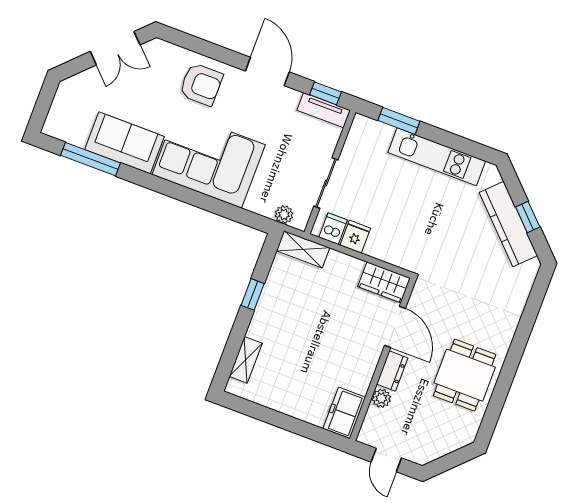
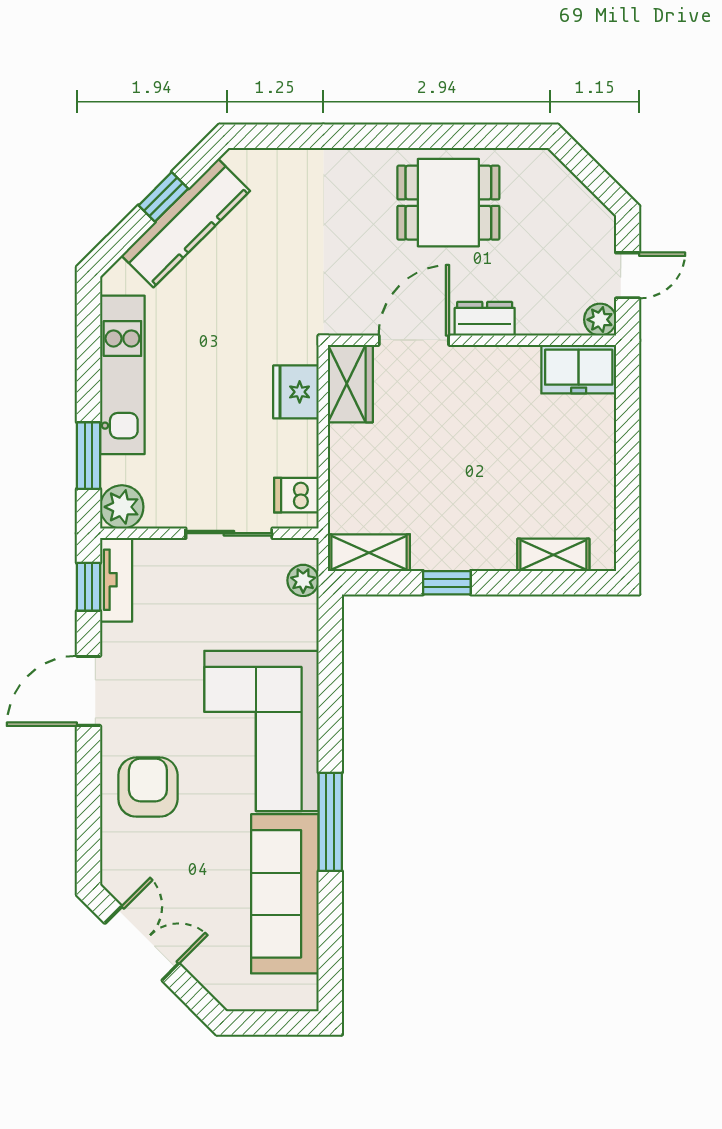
plant: (363, 129) -> (122, 507), added
sofa: (125, 143) -> (285, 894), width x1.36
window: (90, 159) -> (330, 822), moved
fridge: (355, 237) -> (296, 392), moved, width x1.38
shelving: (303, 249) -> (369, 553), moved, turned 90
plant: (381, 398) -> (600, 320), moved

